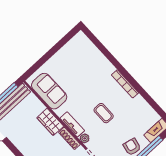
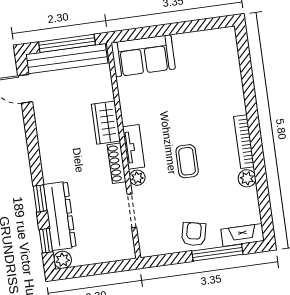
sofa: (49, 91) -> (143, 56), moved, turned 90
plant: (139, 101) -> (247, 178), added

